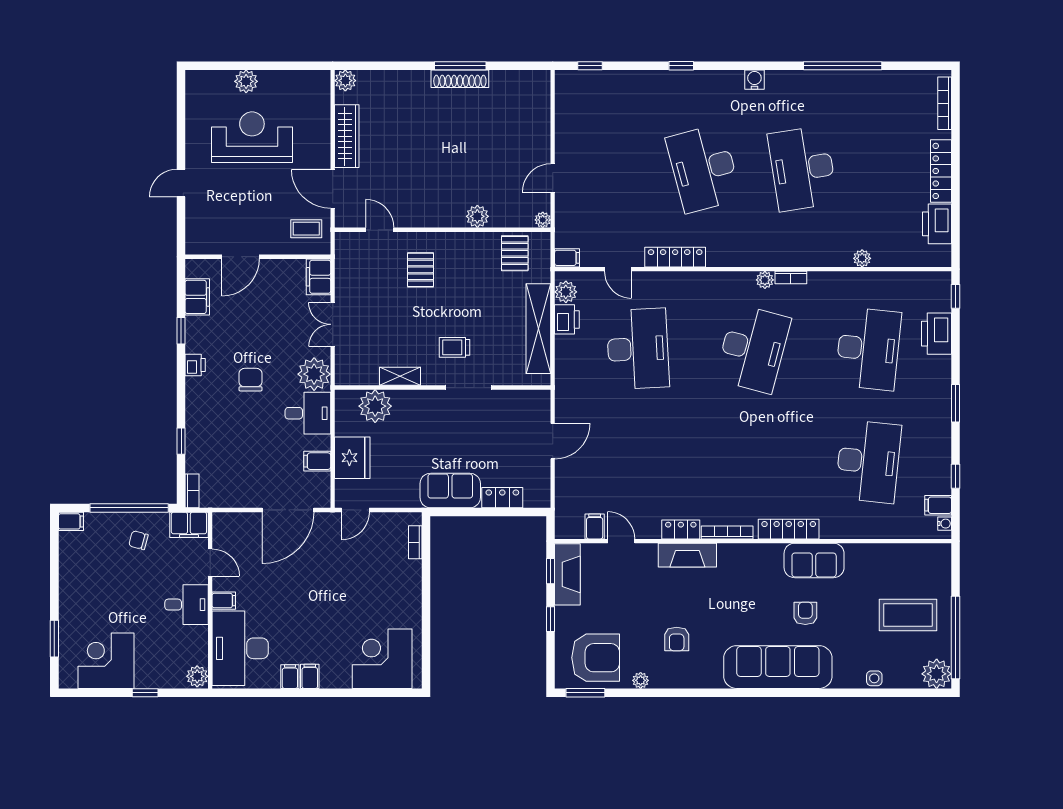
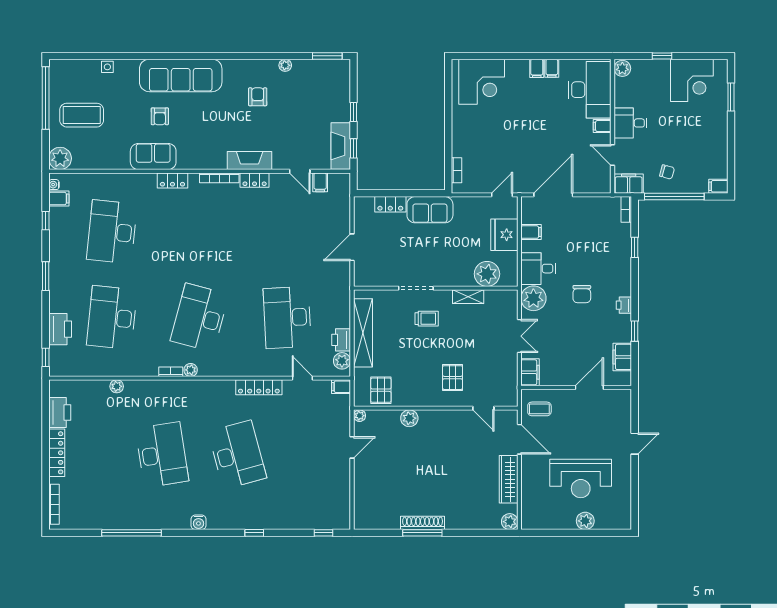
locker: (789, 529) -> (172, 180), width x0.66
armchair: (596, 658) -> (319, 83), removed
plant: (937, 674) -> (60, 158), moved

